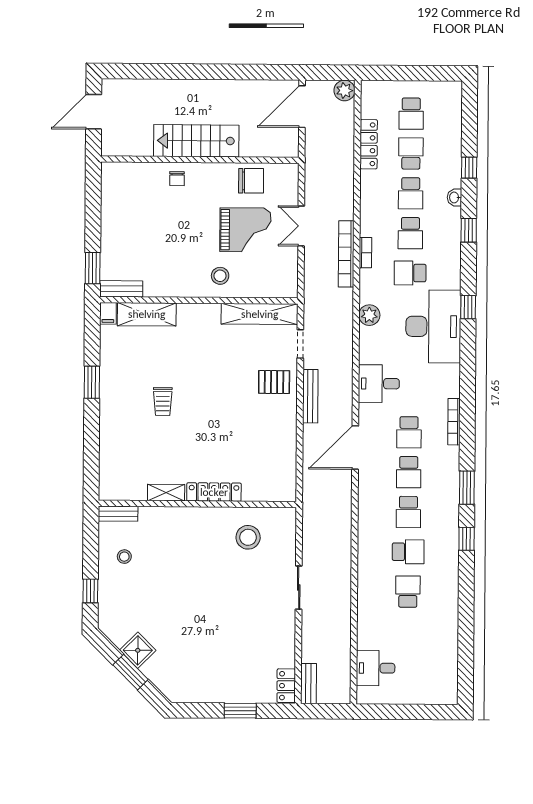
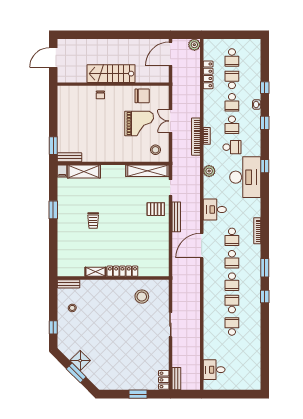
school desk: (410, 273) -> (232, 147), turned 180
stool: (220, 276) -> (155, 150), moved
school desk: (408, 552) -> (232, 304), turned -90

